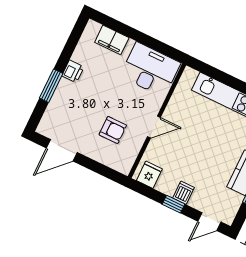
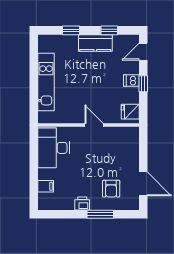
filing cabinet: (112, 40) -> (46, 186), width x0.50
armchair: (113, 130) -> (111, 189), moved, turned 180
door: (209, 222) -> (143, 52), swing flipped

